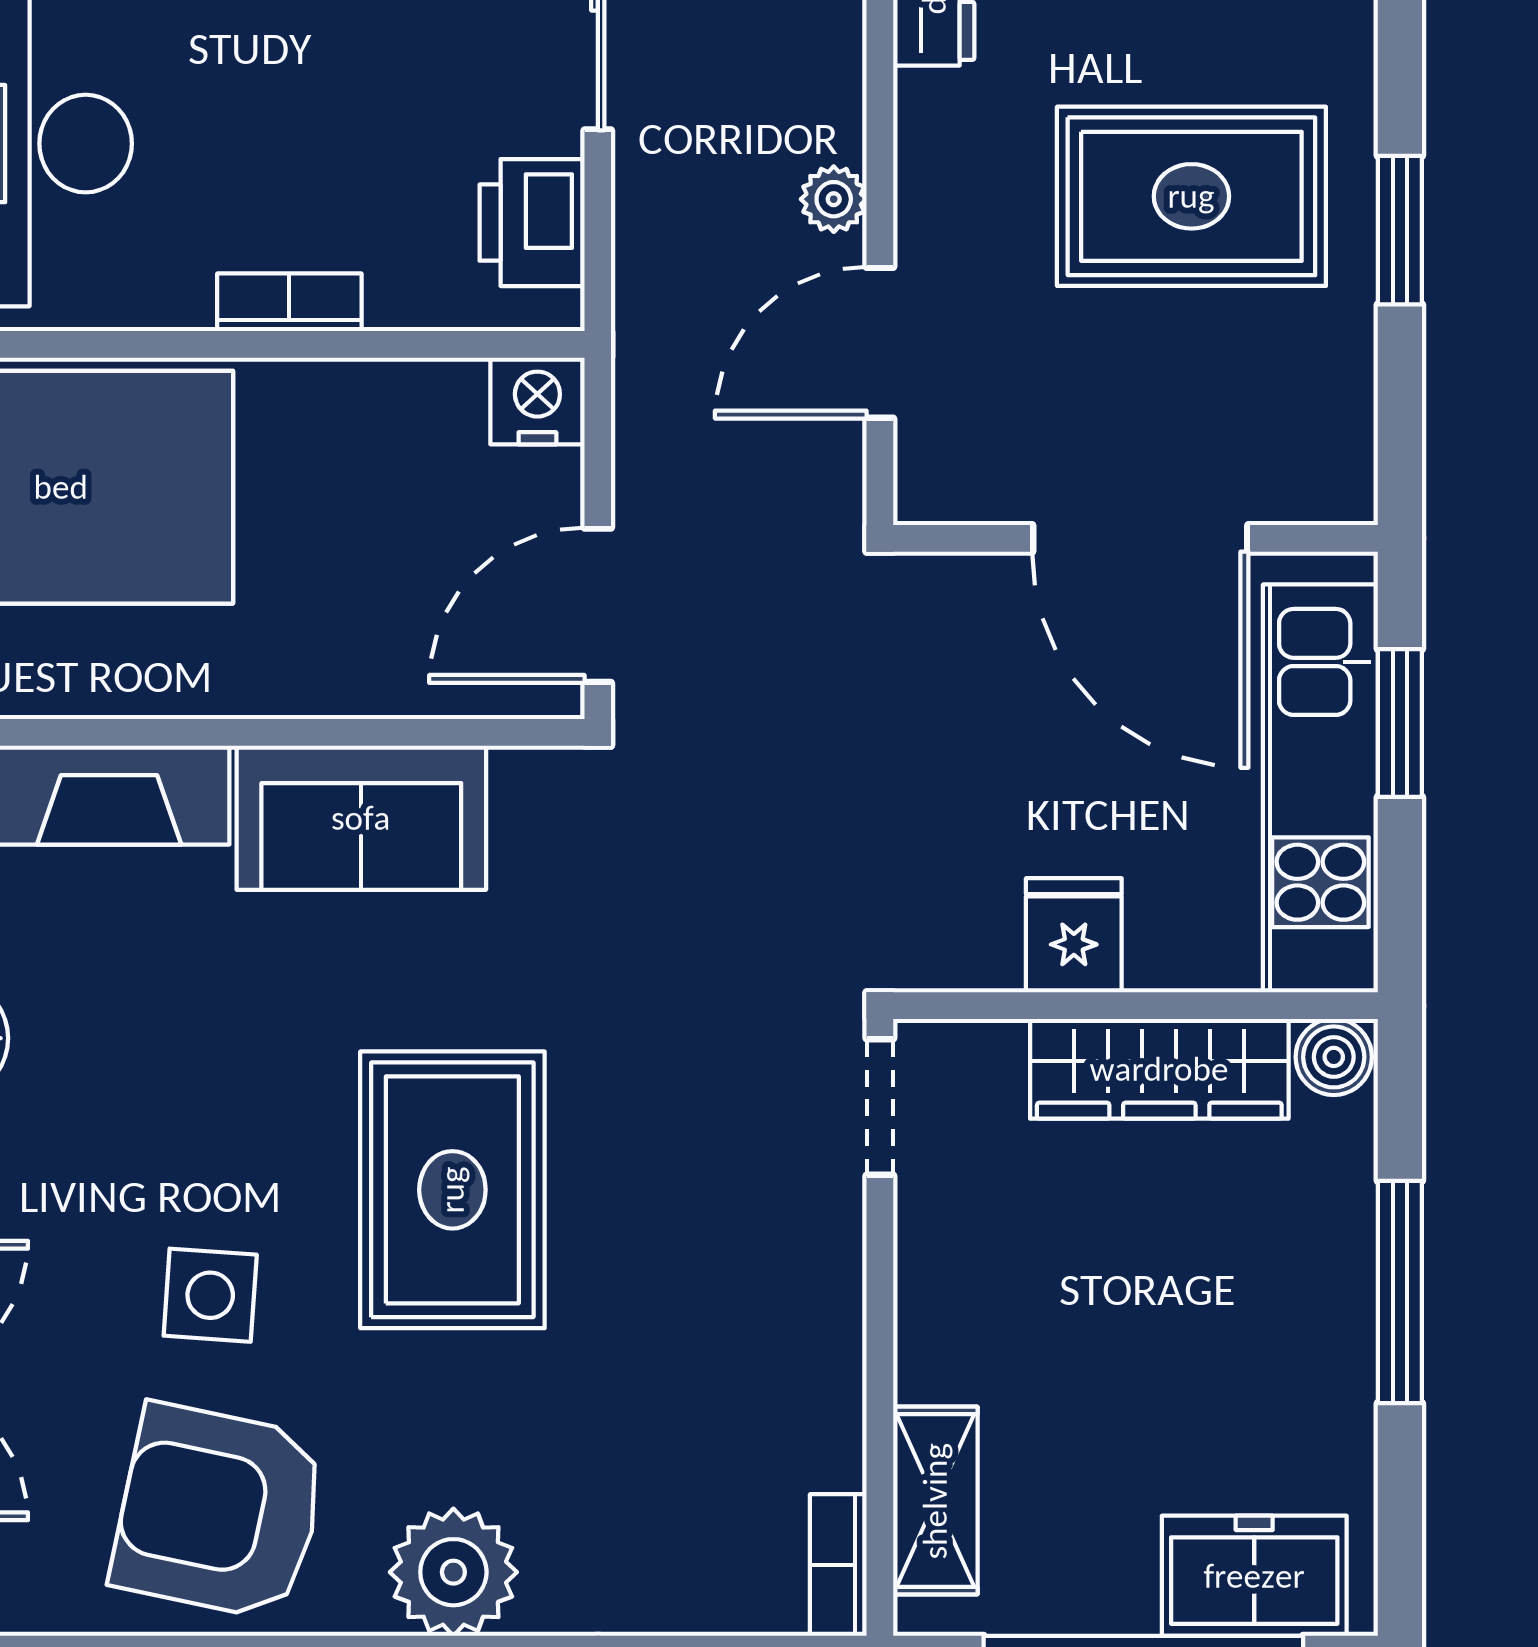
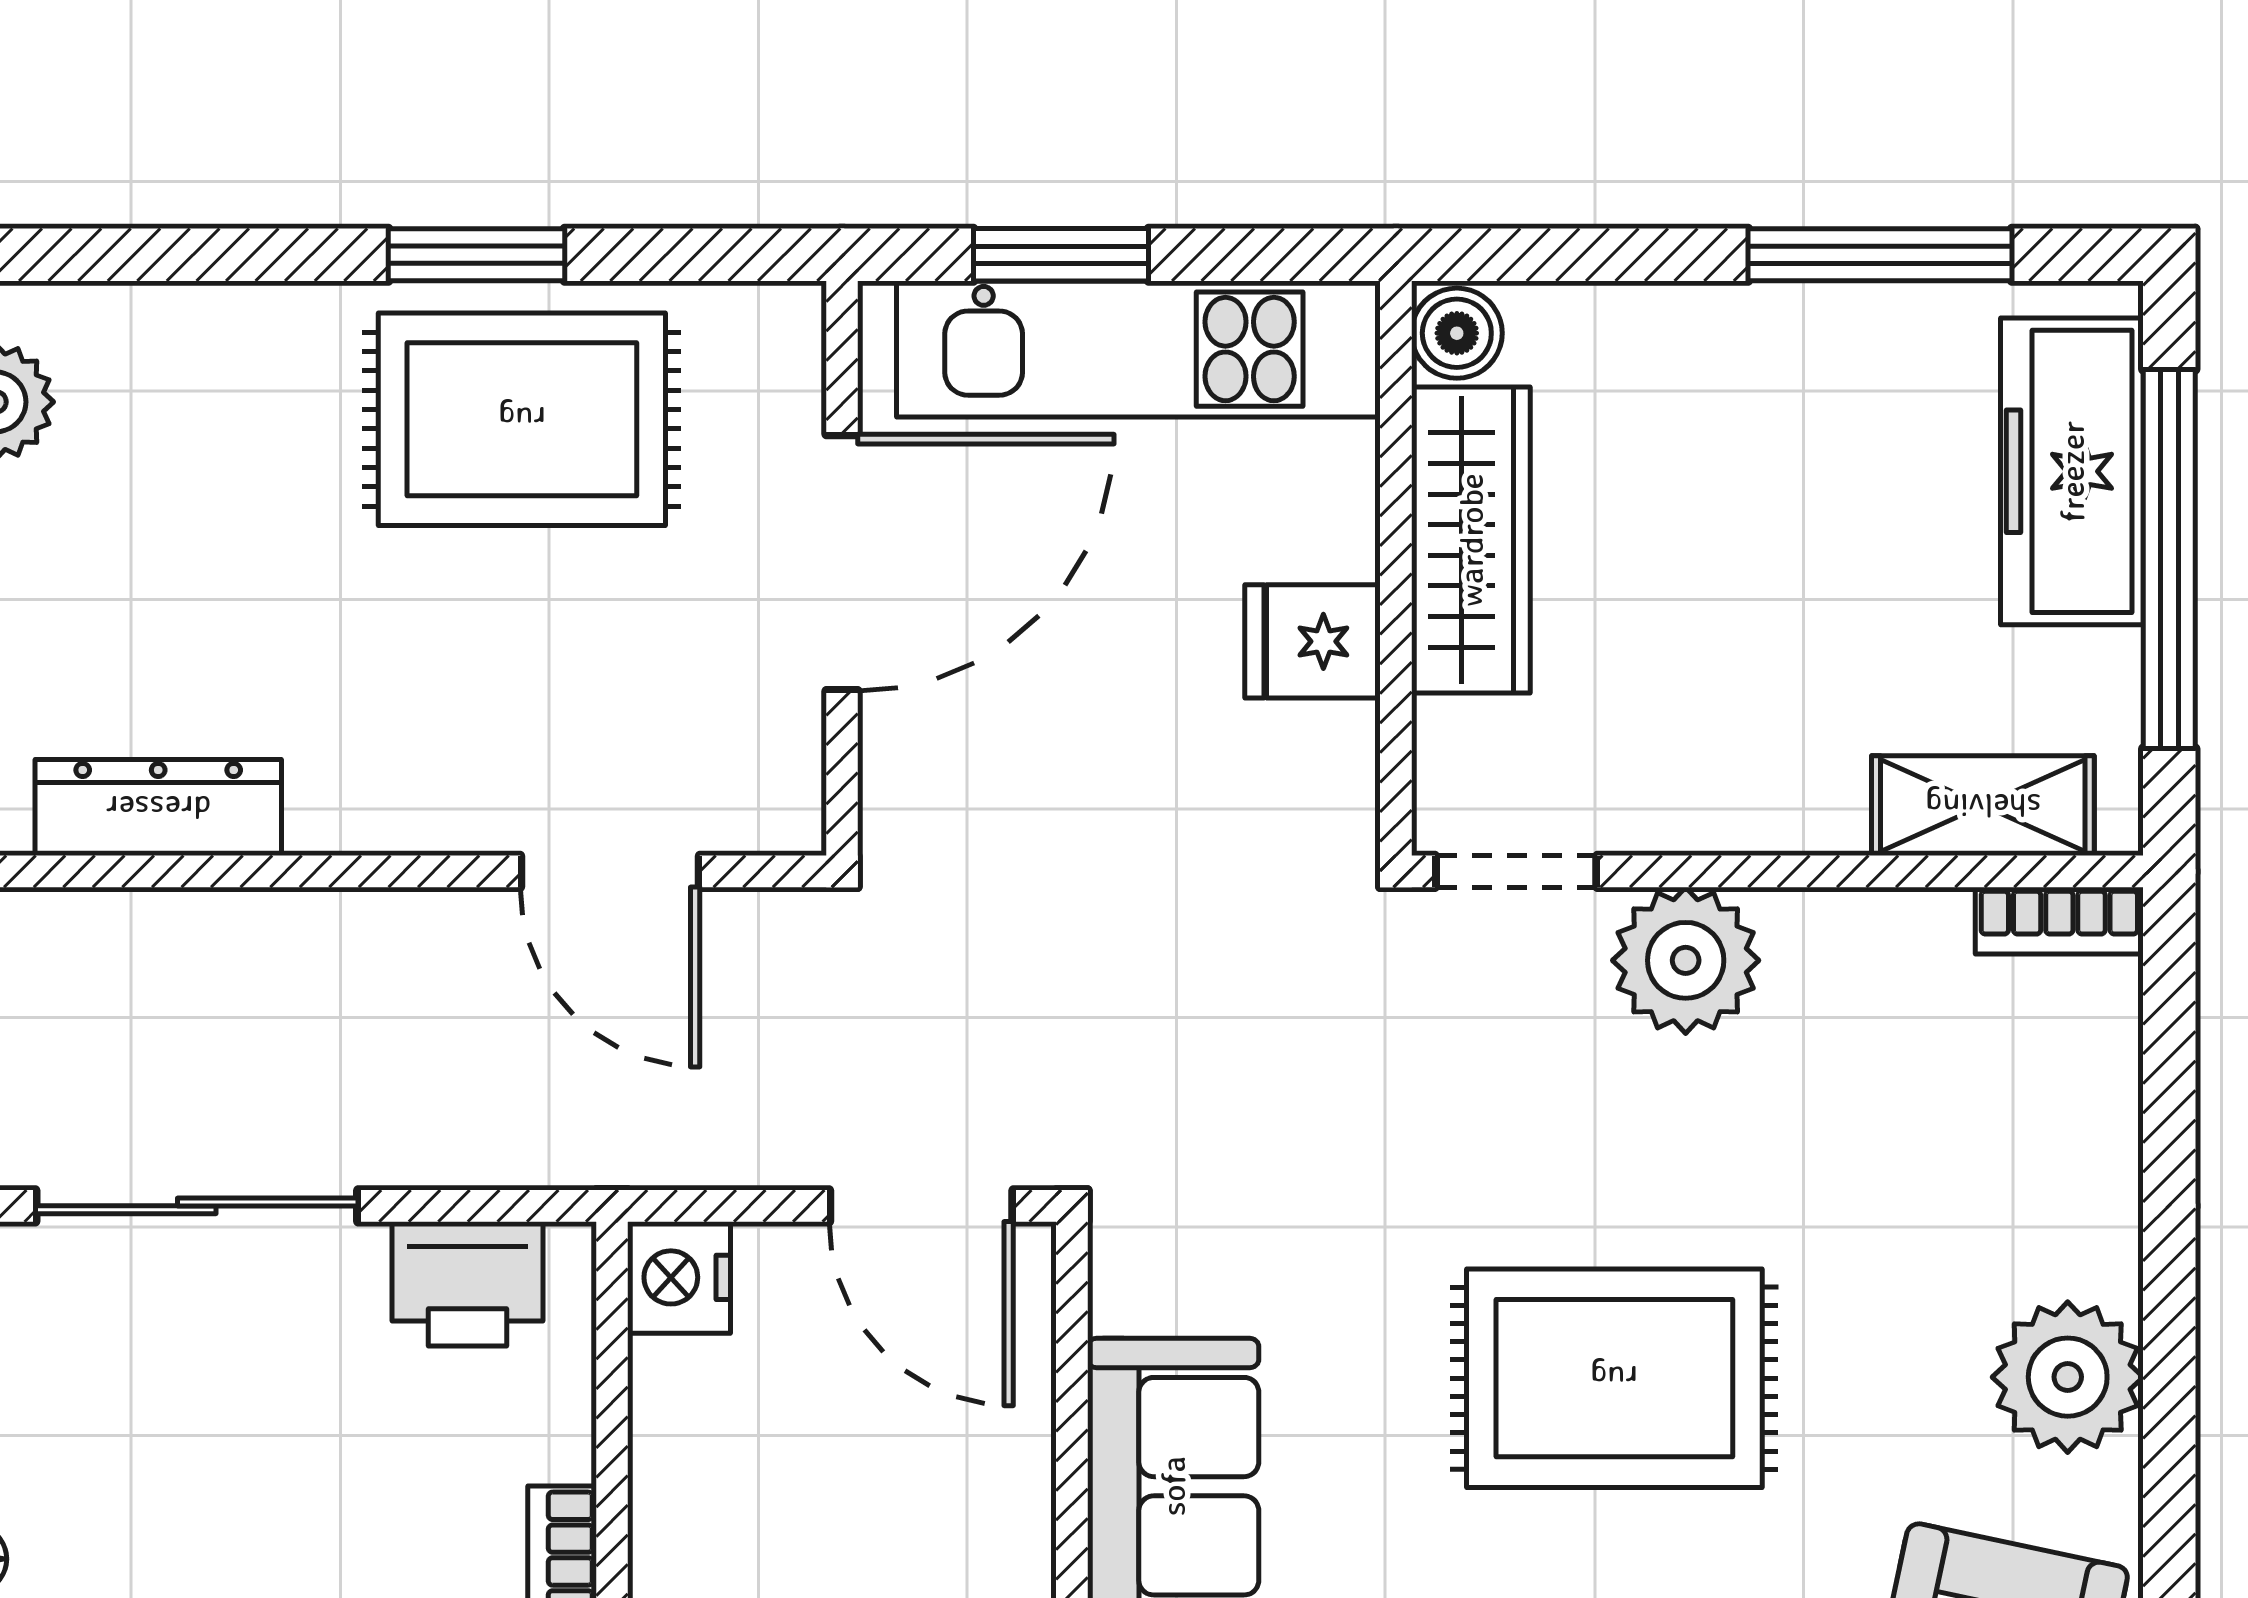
rug: (1191, 196) -> (522, 419), moved, turned 90
plant: (834, 199) -> (1686, 960), moved, width x1.88, depth x1.88
window: (1400, 1292) -> (1880, 255), moved
freezer: (1254, 1576) -> (2072, 471), width x1.40

